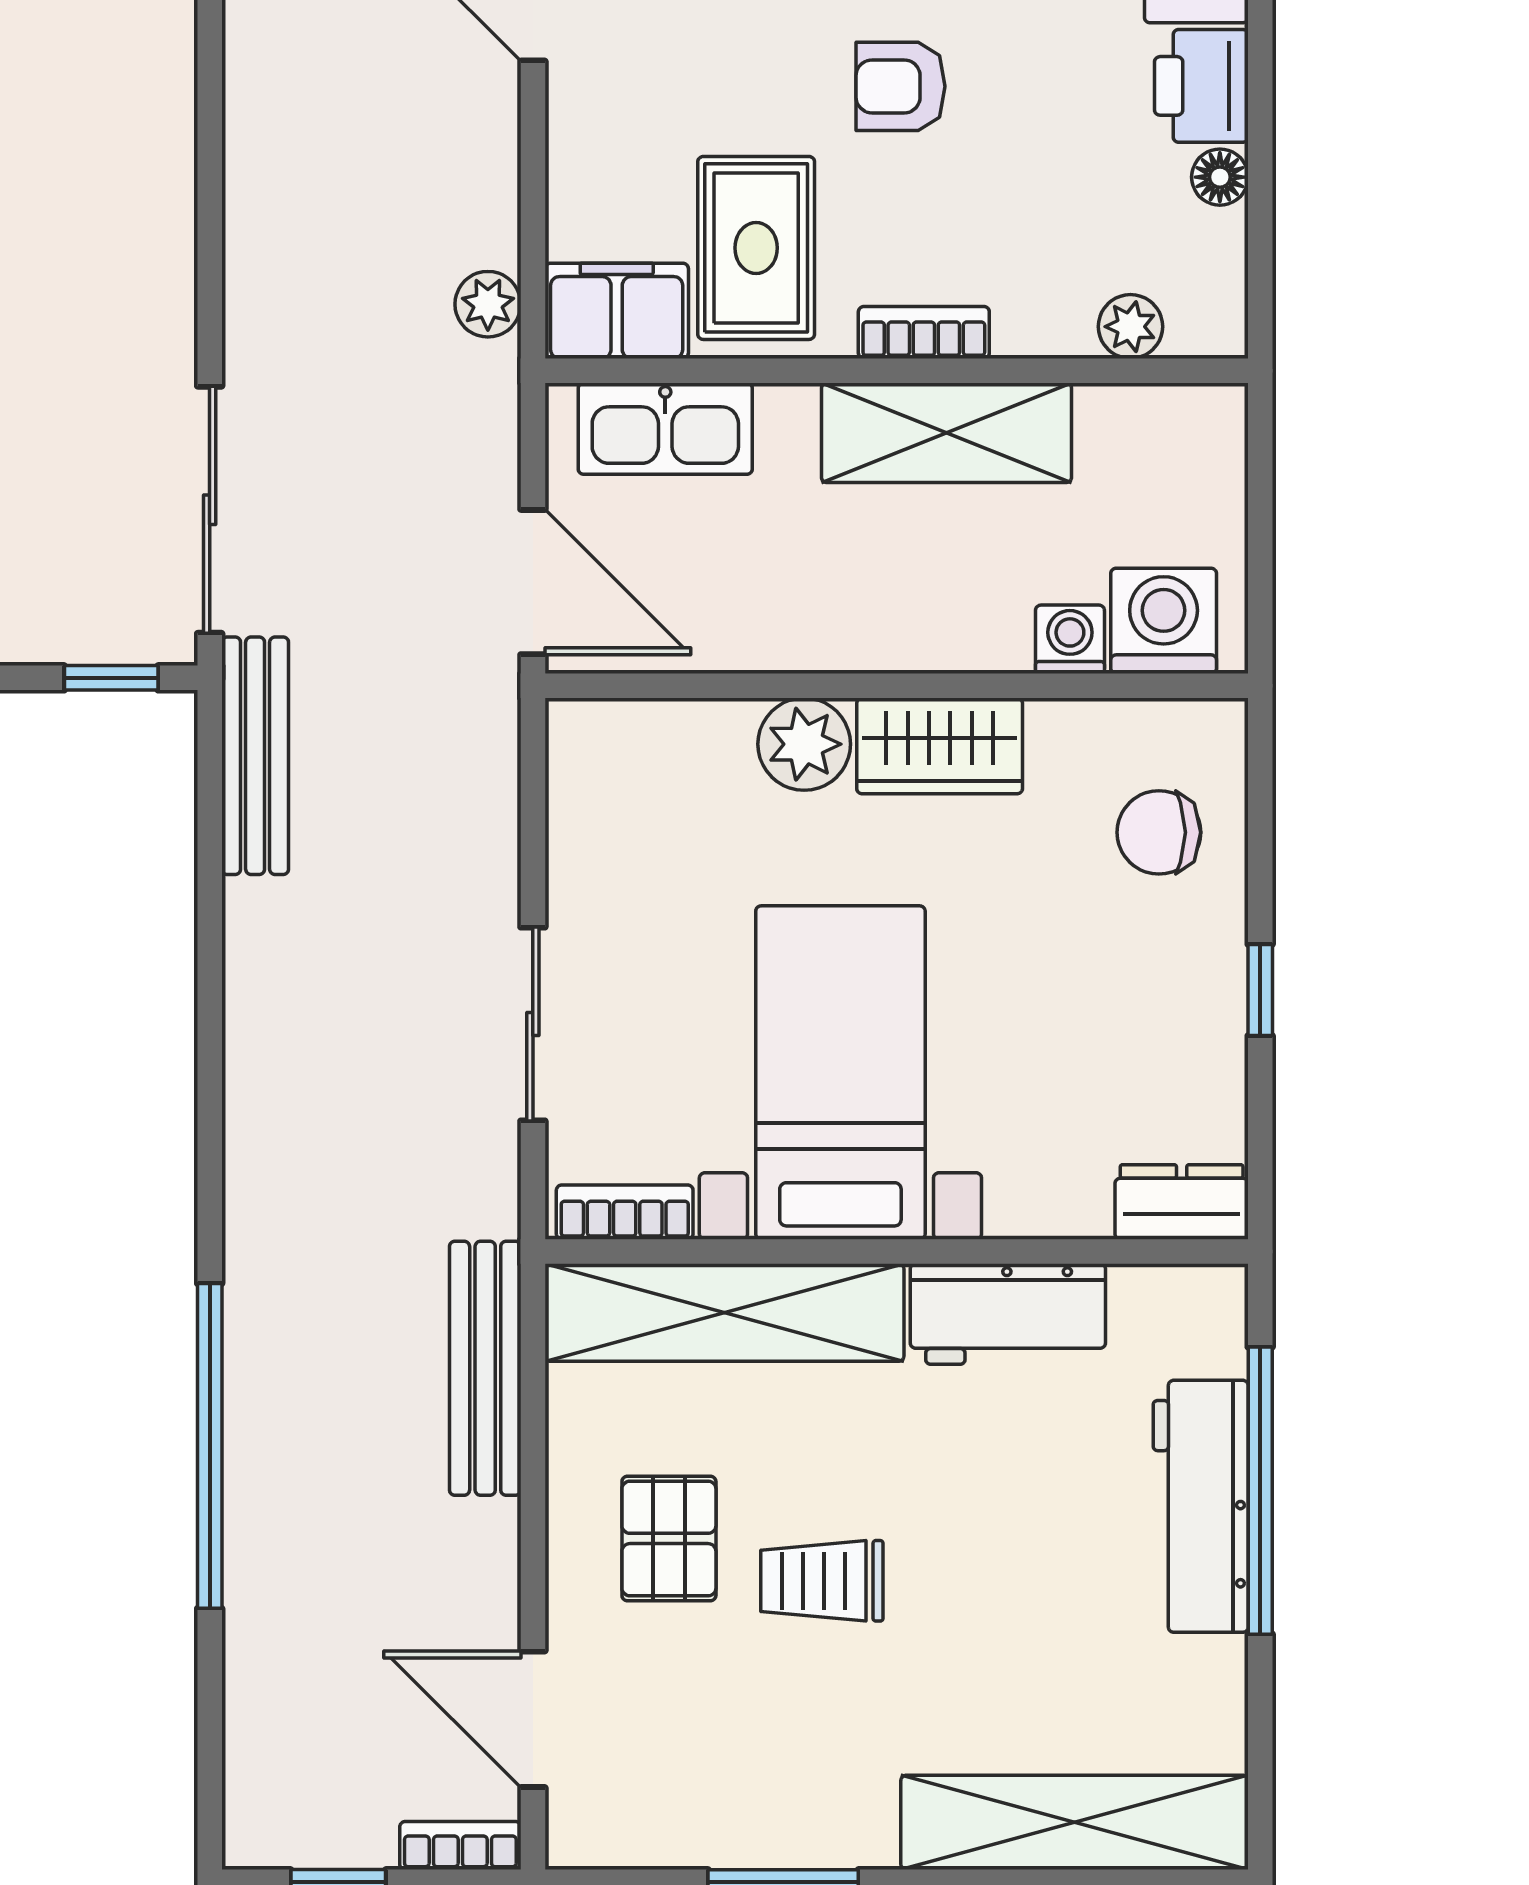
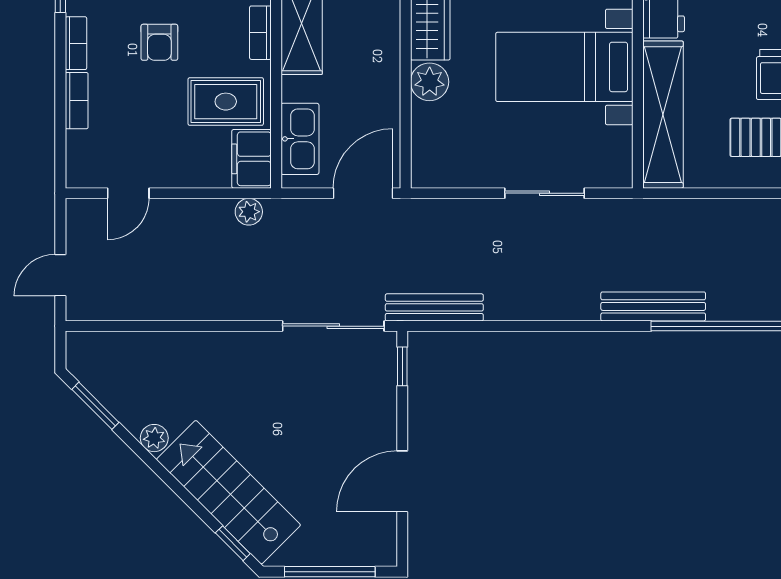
bookcase: (625, 1212) -> (622, 156), removed
bench: (485, 1368) -> (653, 306), moved

